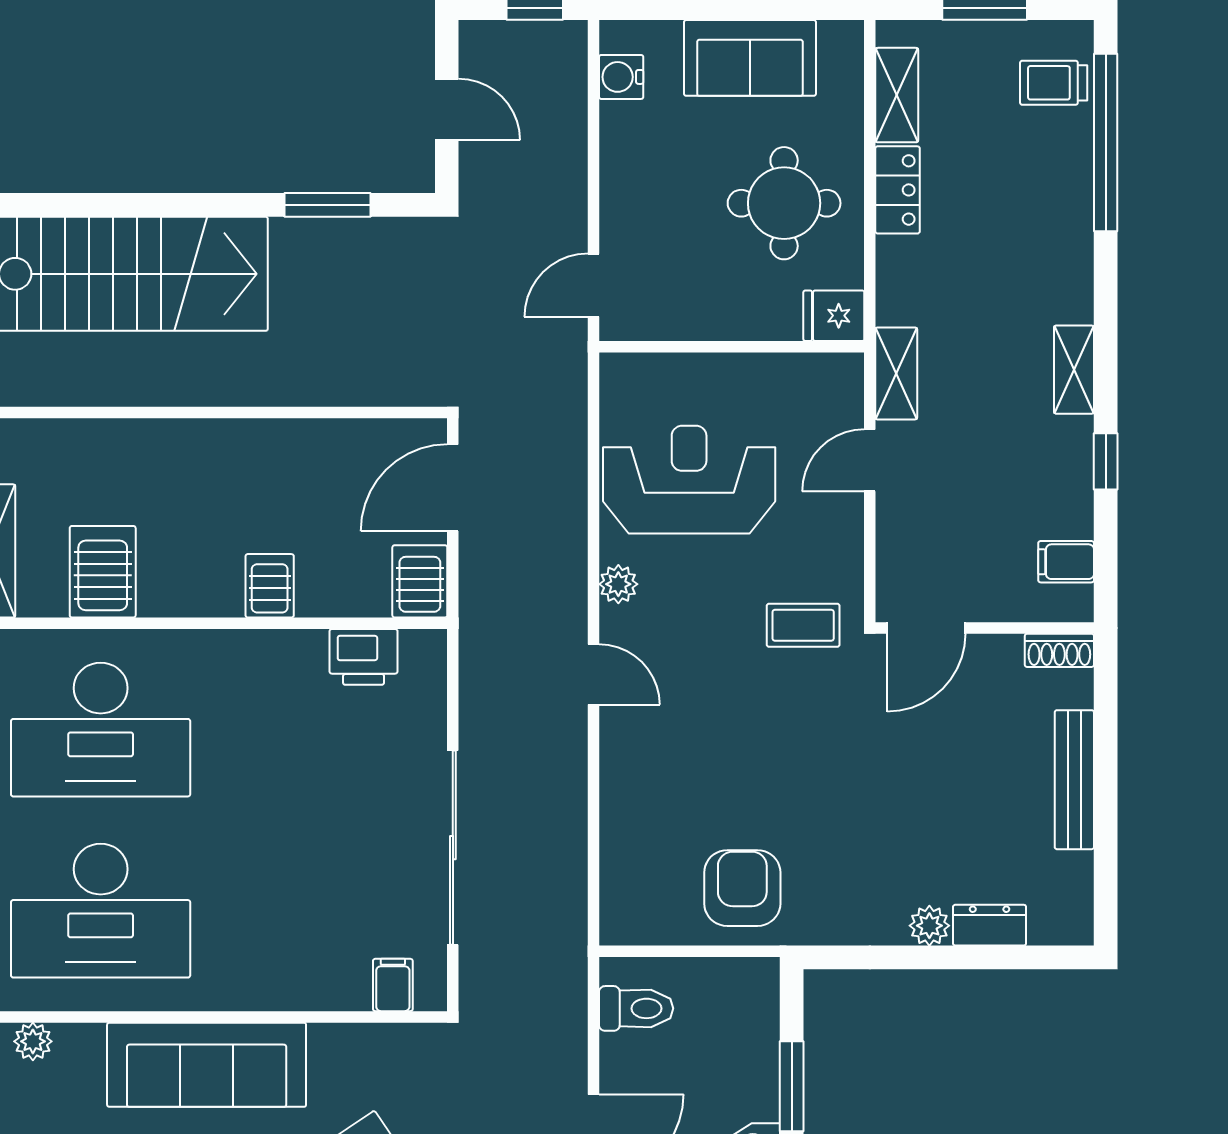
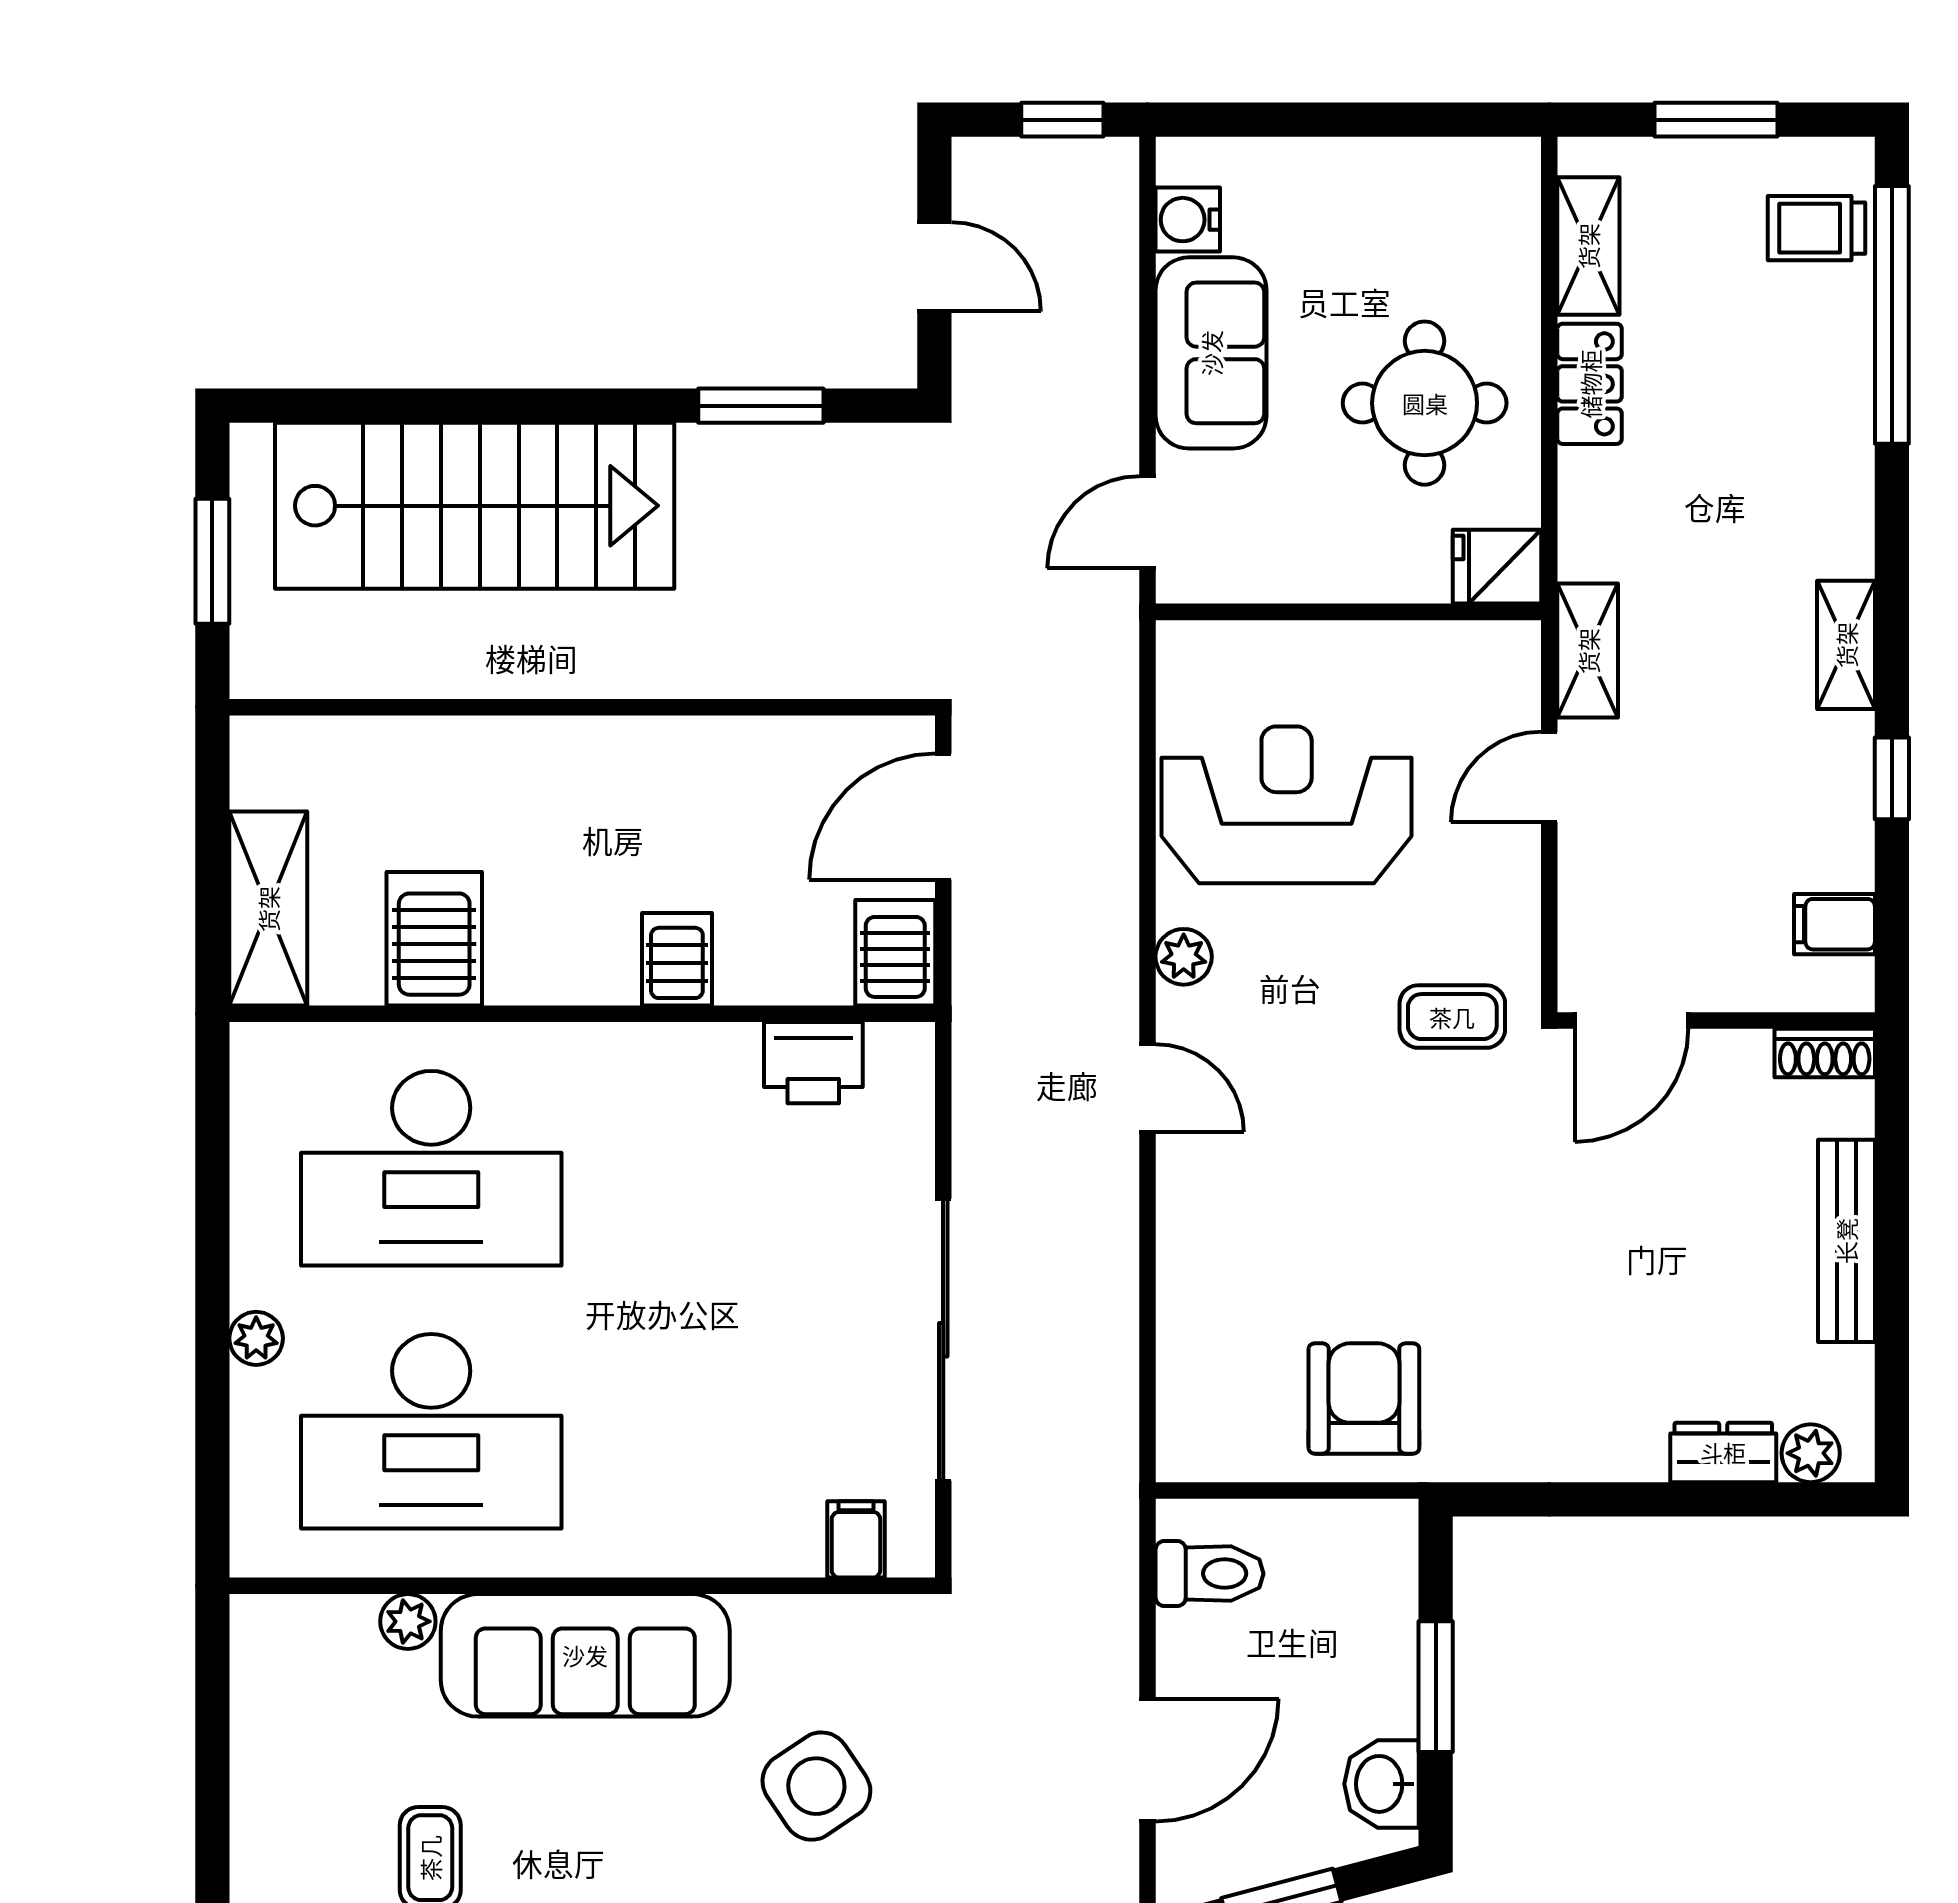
sofa: (750, 58) -> (1211, 353), moved, turned -90
plant: (929, 926) -> (1811, 1453), moved
plant: (33, 1041) -> (408, 1621), moved

